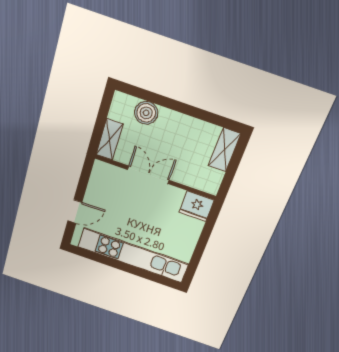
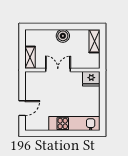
boiler: (146, 113) -> (63, 36), moved
kitchen unit: (133, 255) -> (74, 124), width x0.73

